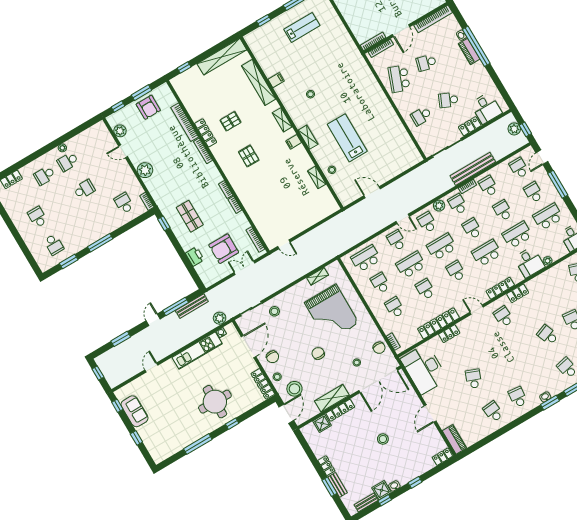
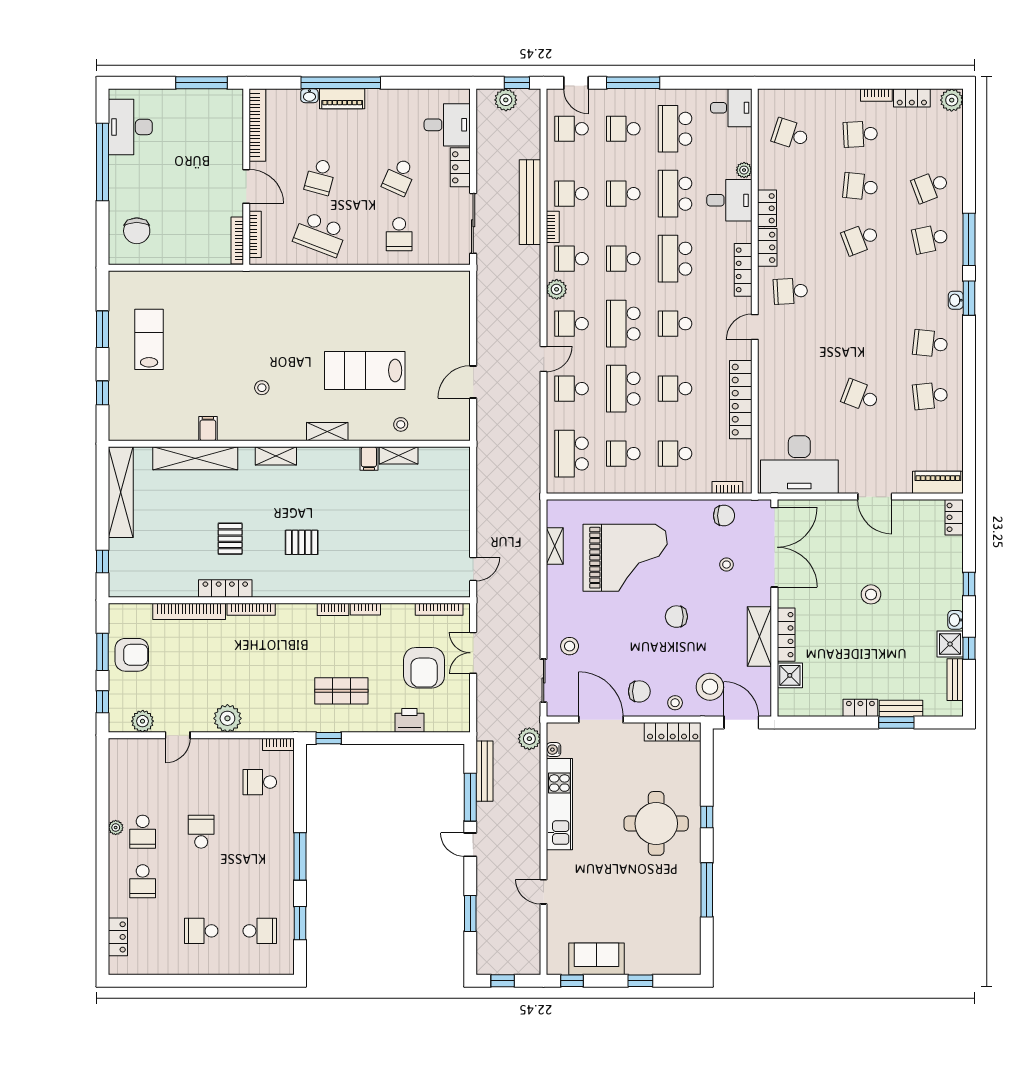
filing cabinet: (294, 142) -> (369, 458), moved
locker: (449, 334) -> (767, 208), moved

